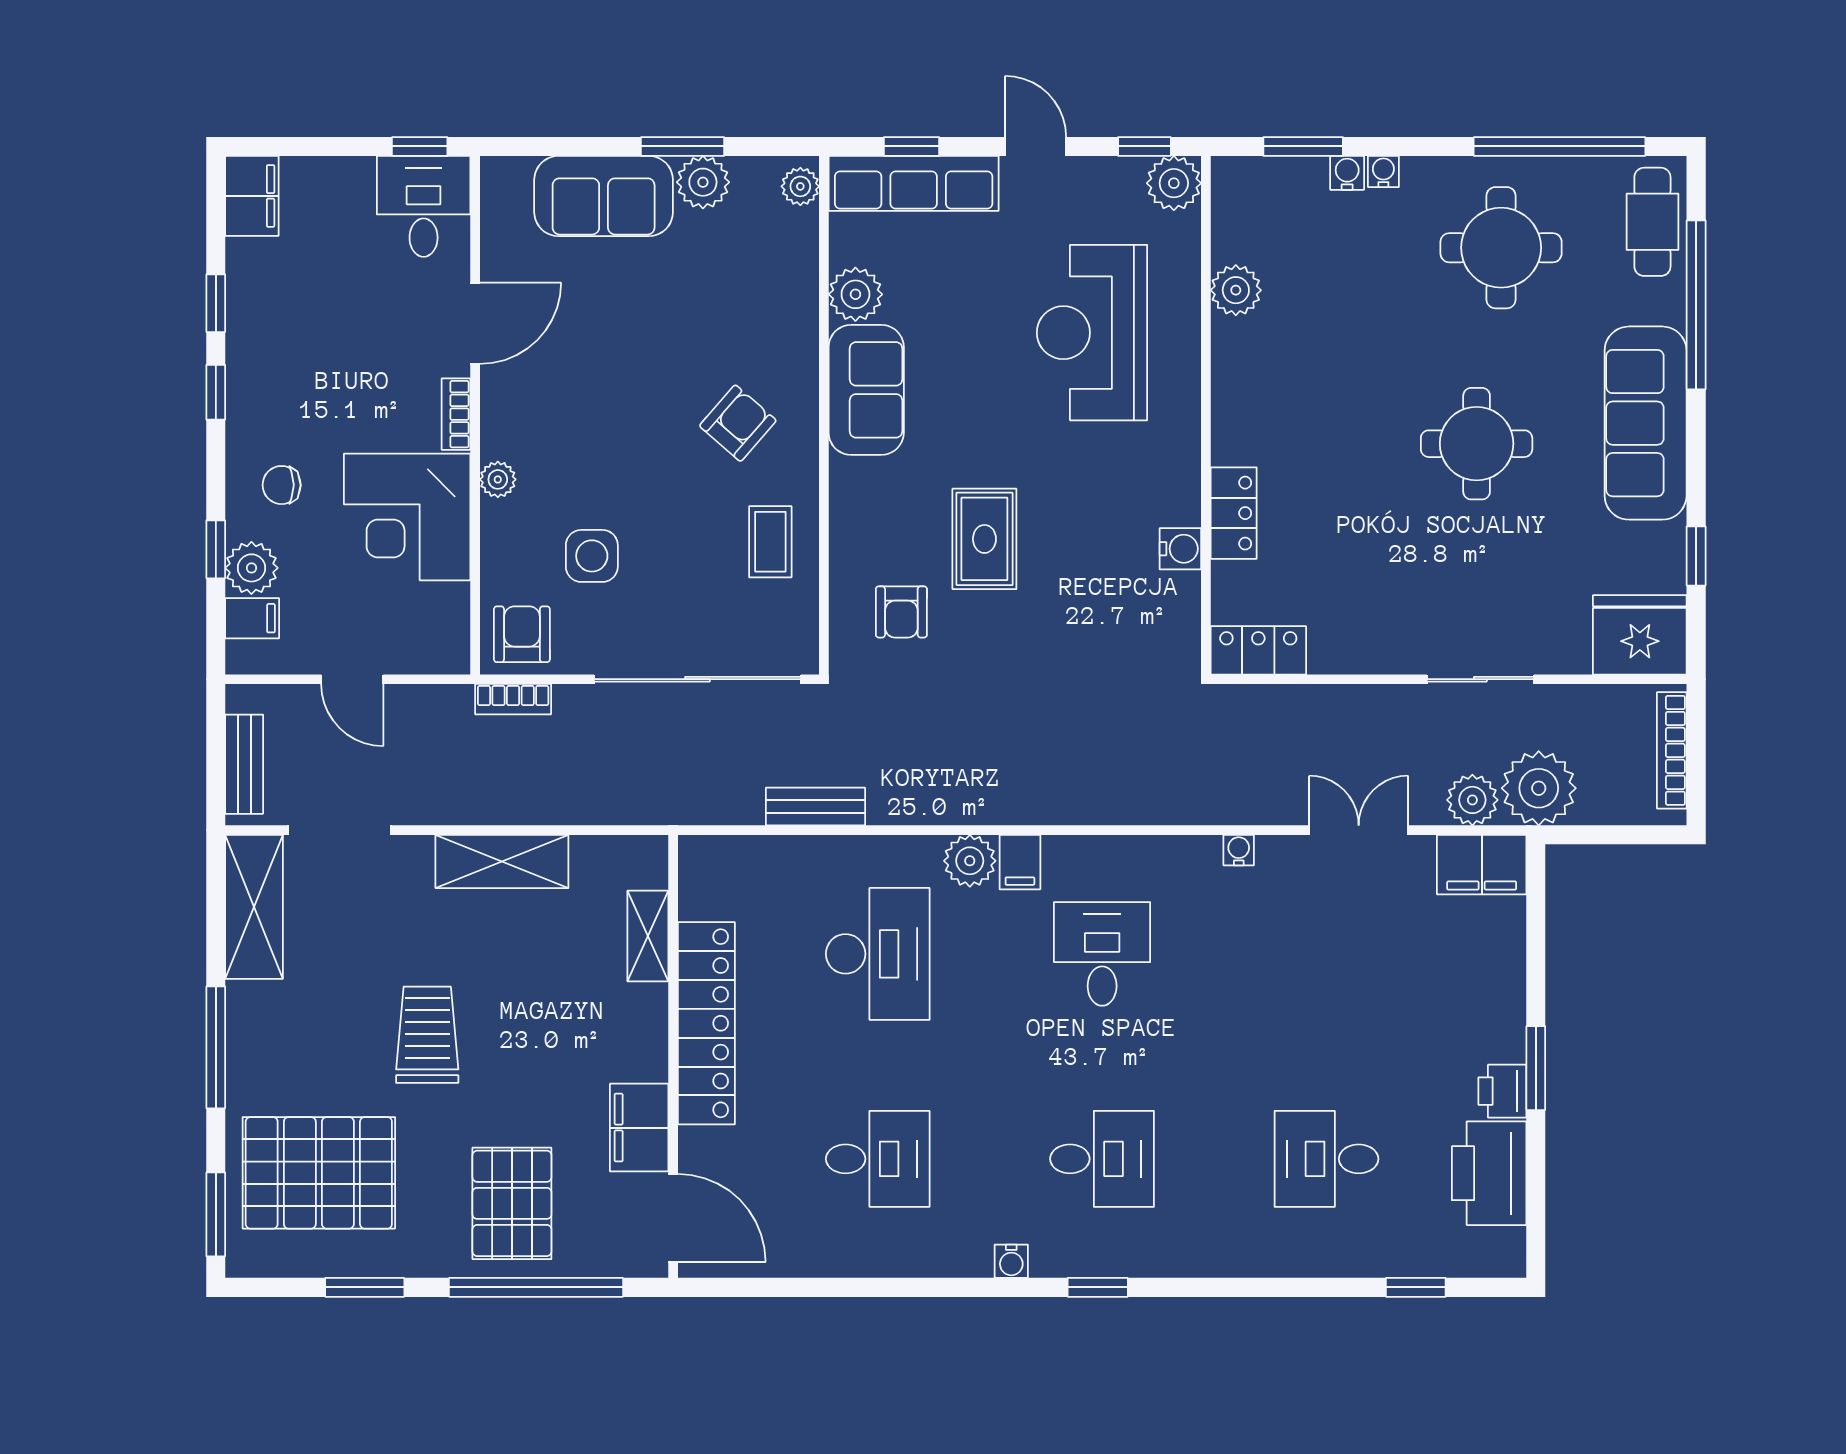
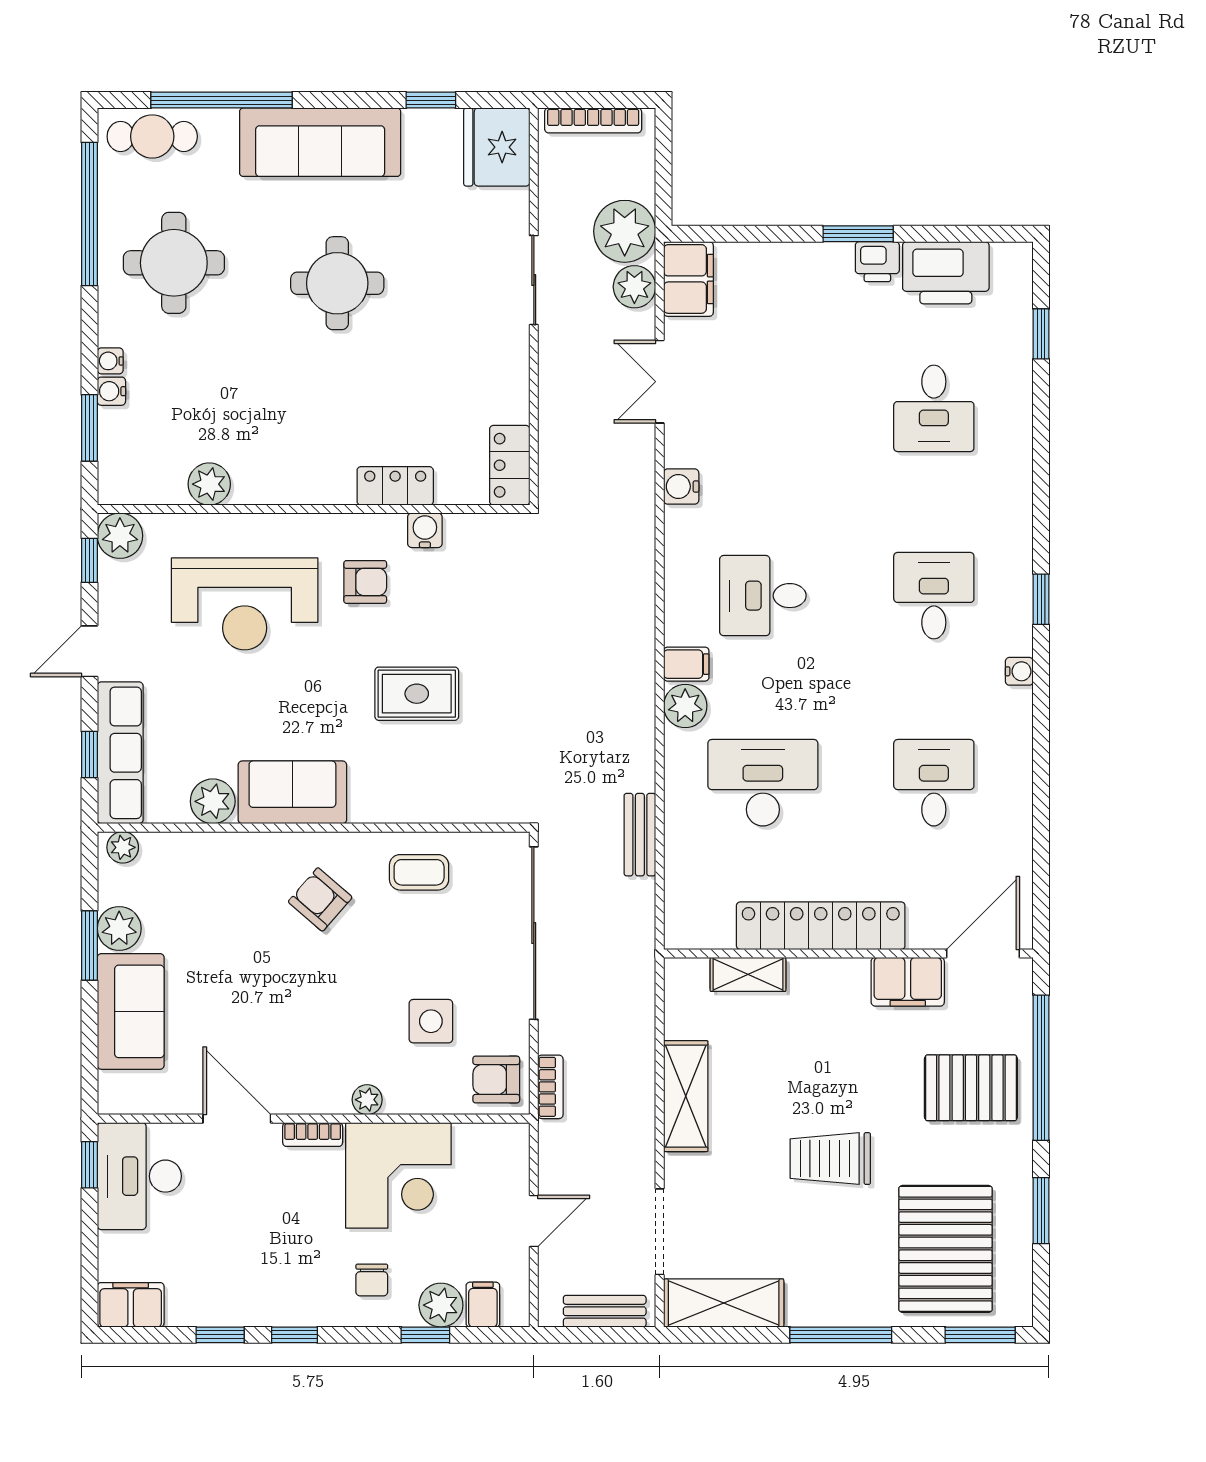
desk: (424, 206) -> (139, 1176), width x1.37
armchair: (901, 612) -> (365, 582), moved
water cooler: (1239, 850) -> (681, 486), width x1.38, depth x1.38

